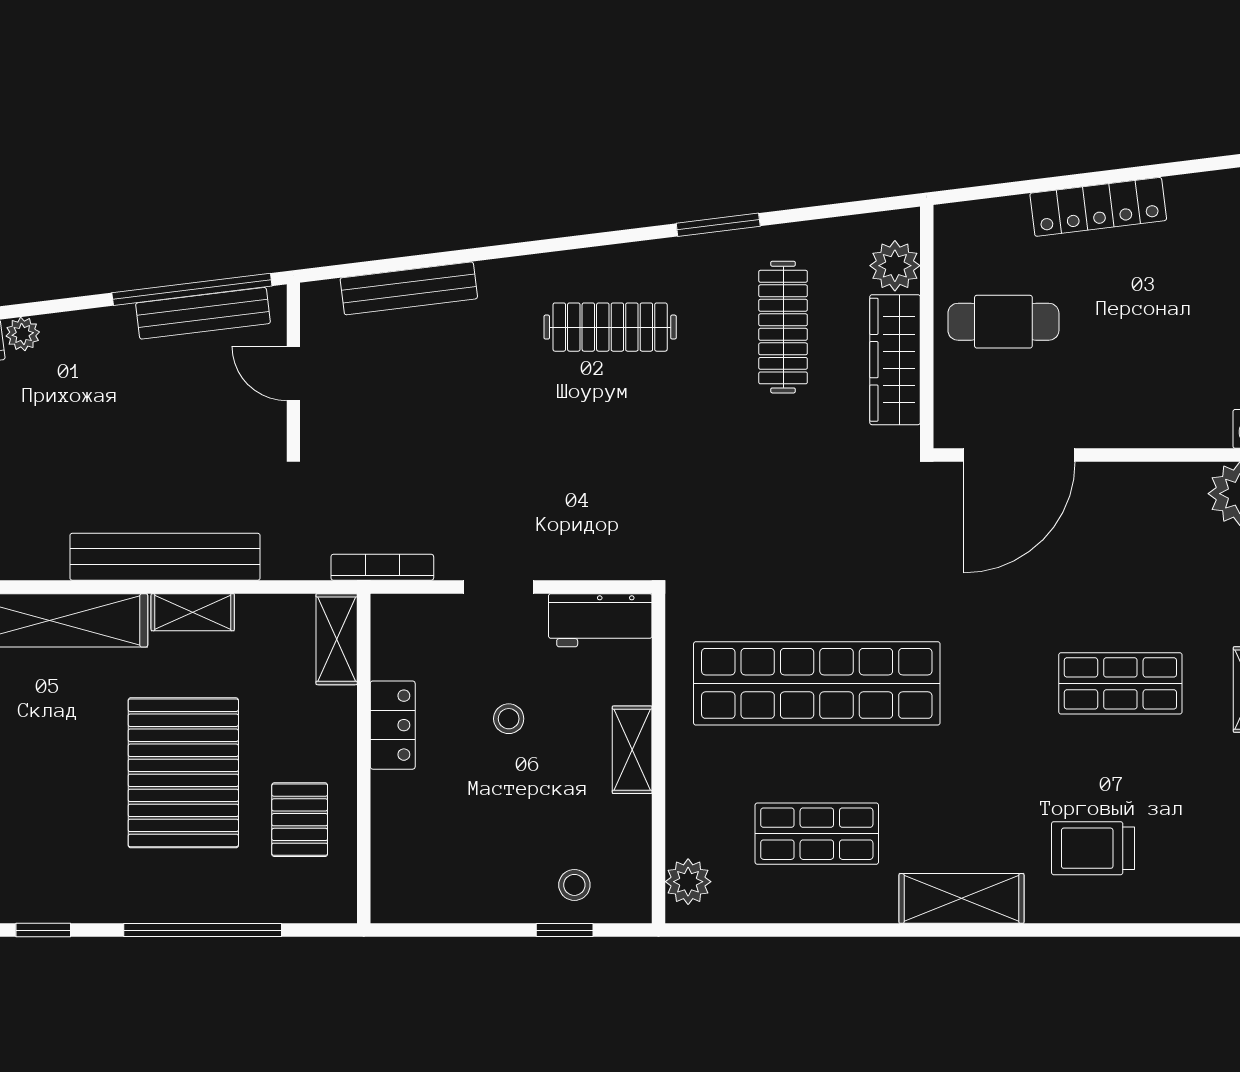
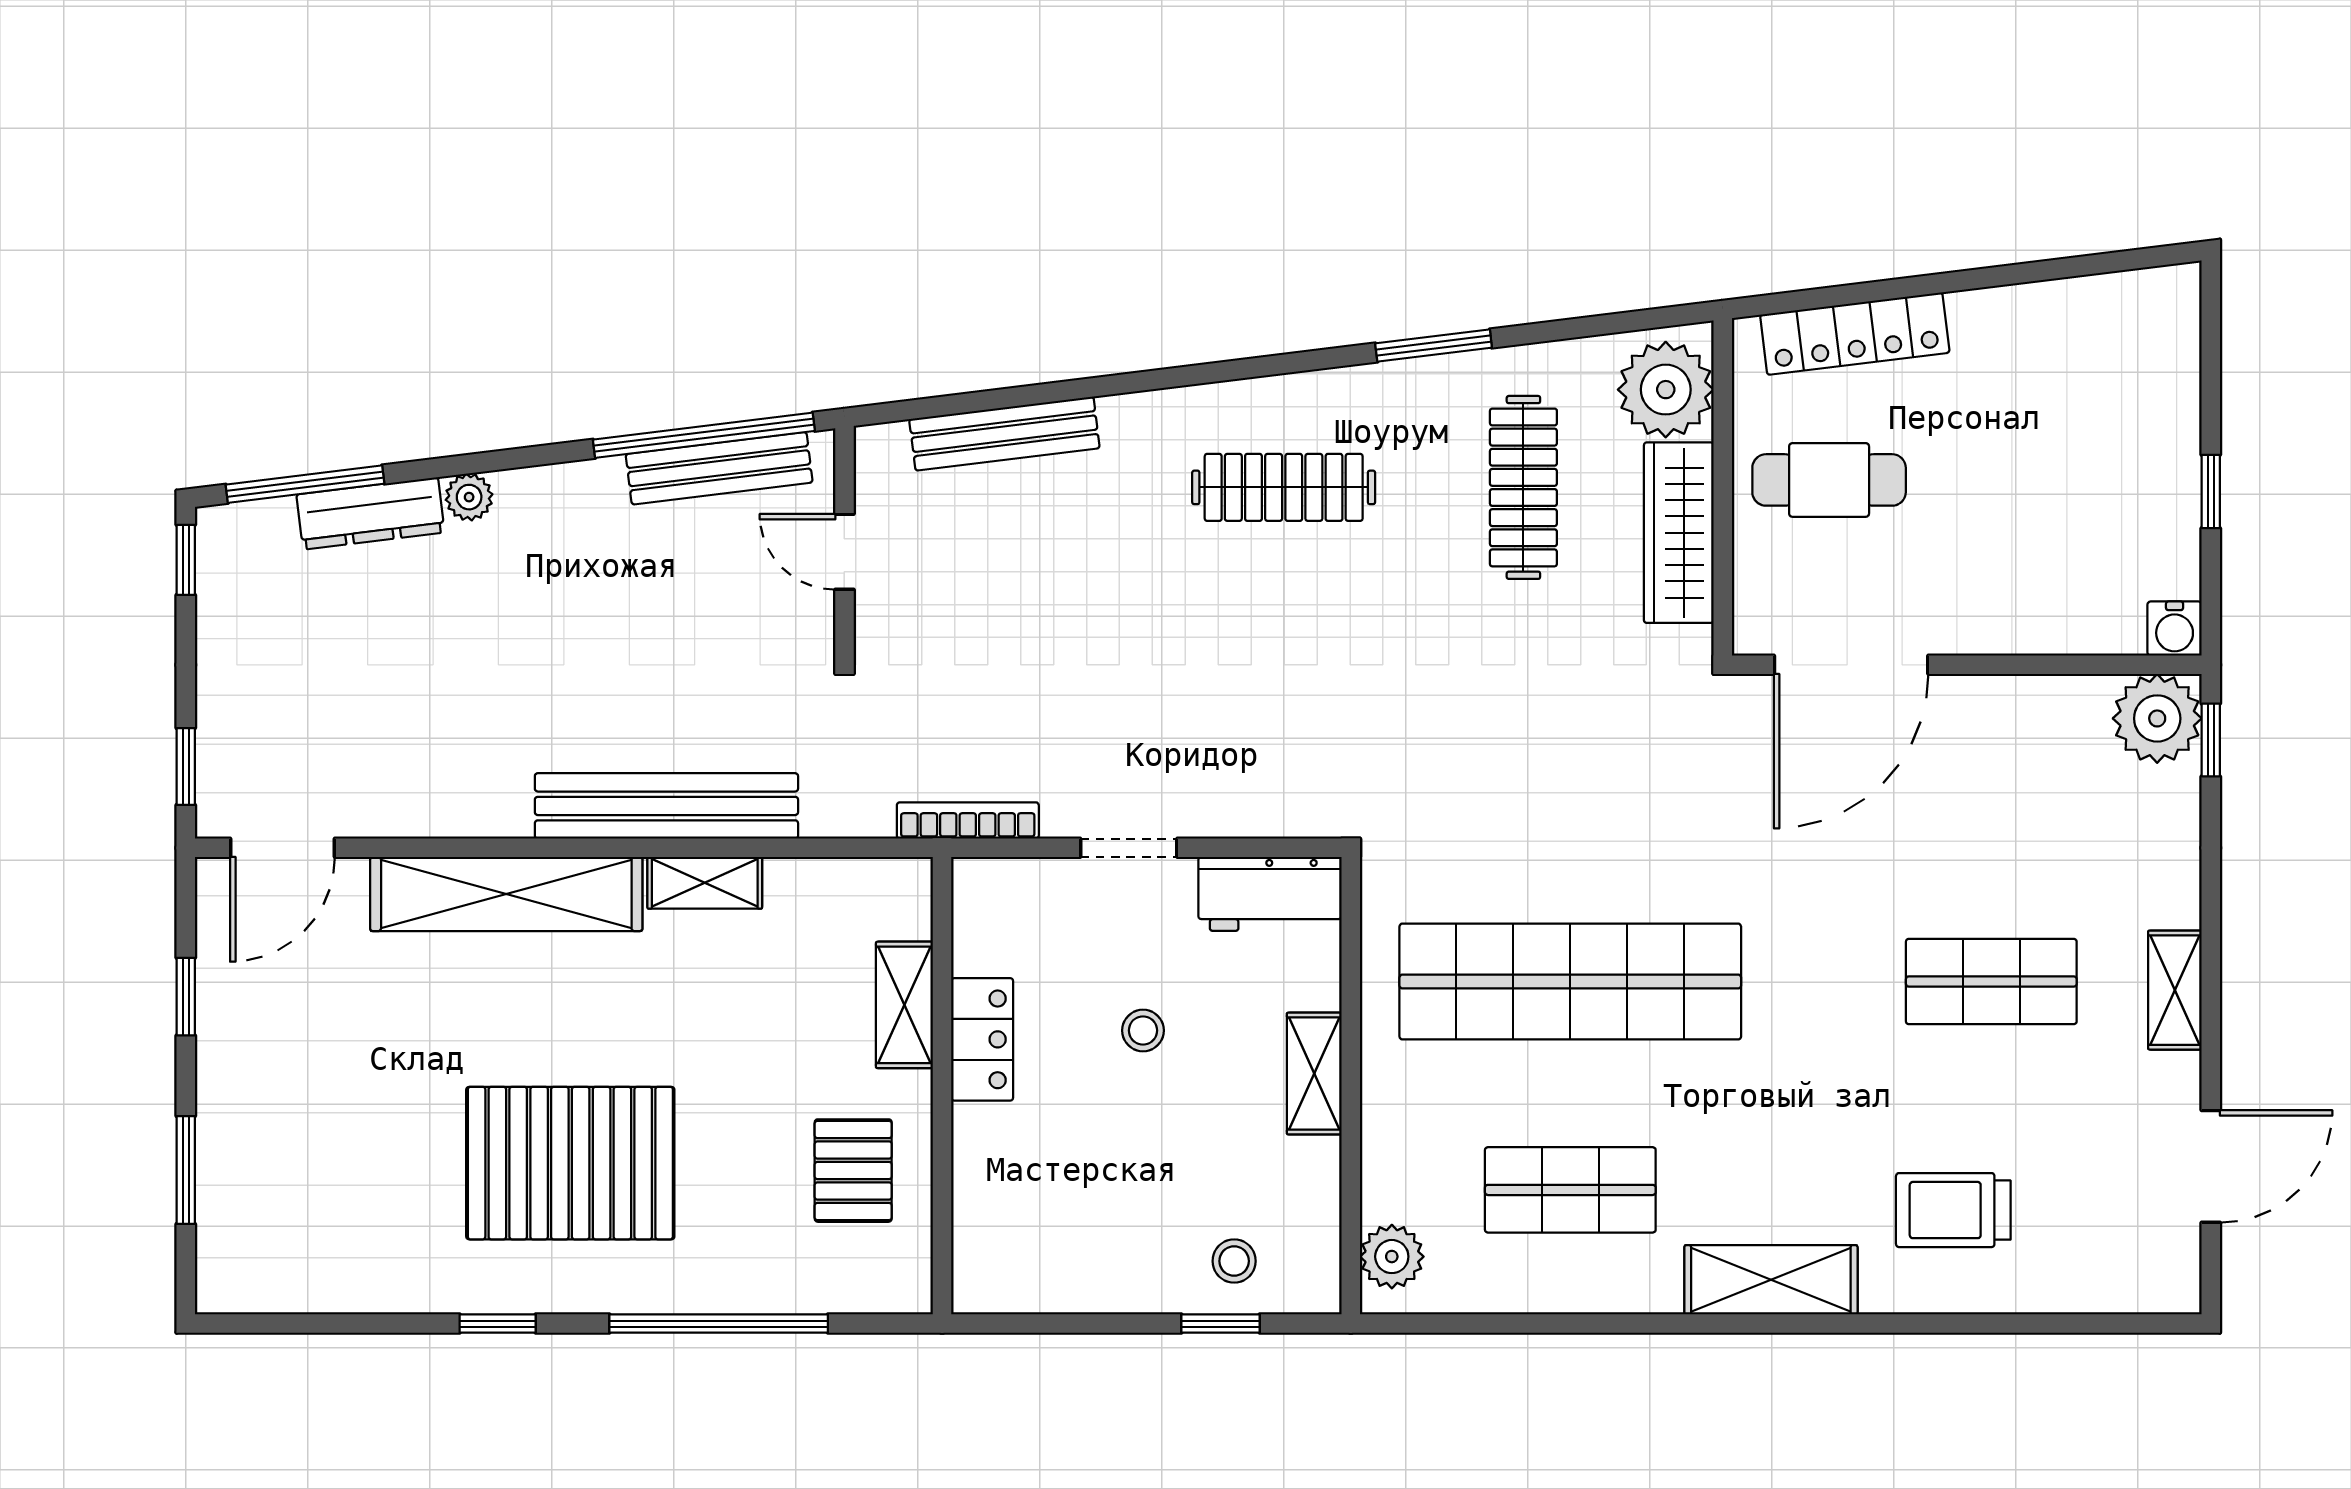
locker: (1098, 207) -> (1855, 334), moved
plant: (895, 266) -> (1666, 390), width x1.36, depth x1.36
shelving: (337, 639) -> (904, 1005), moved
pallet: (183, 773) -> (570, 1163), moved, turned 90

